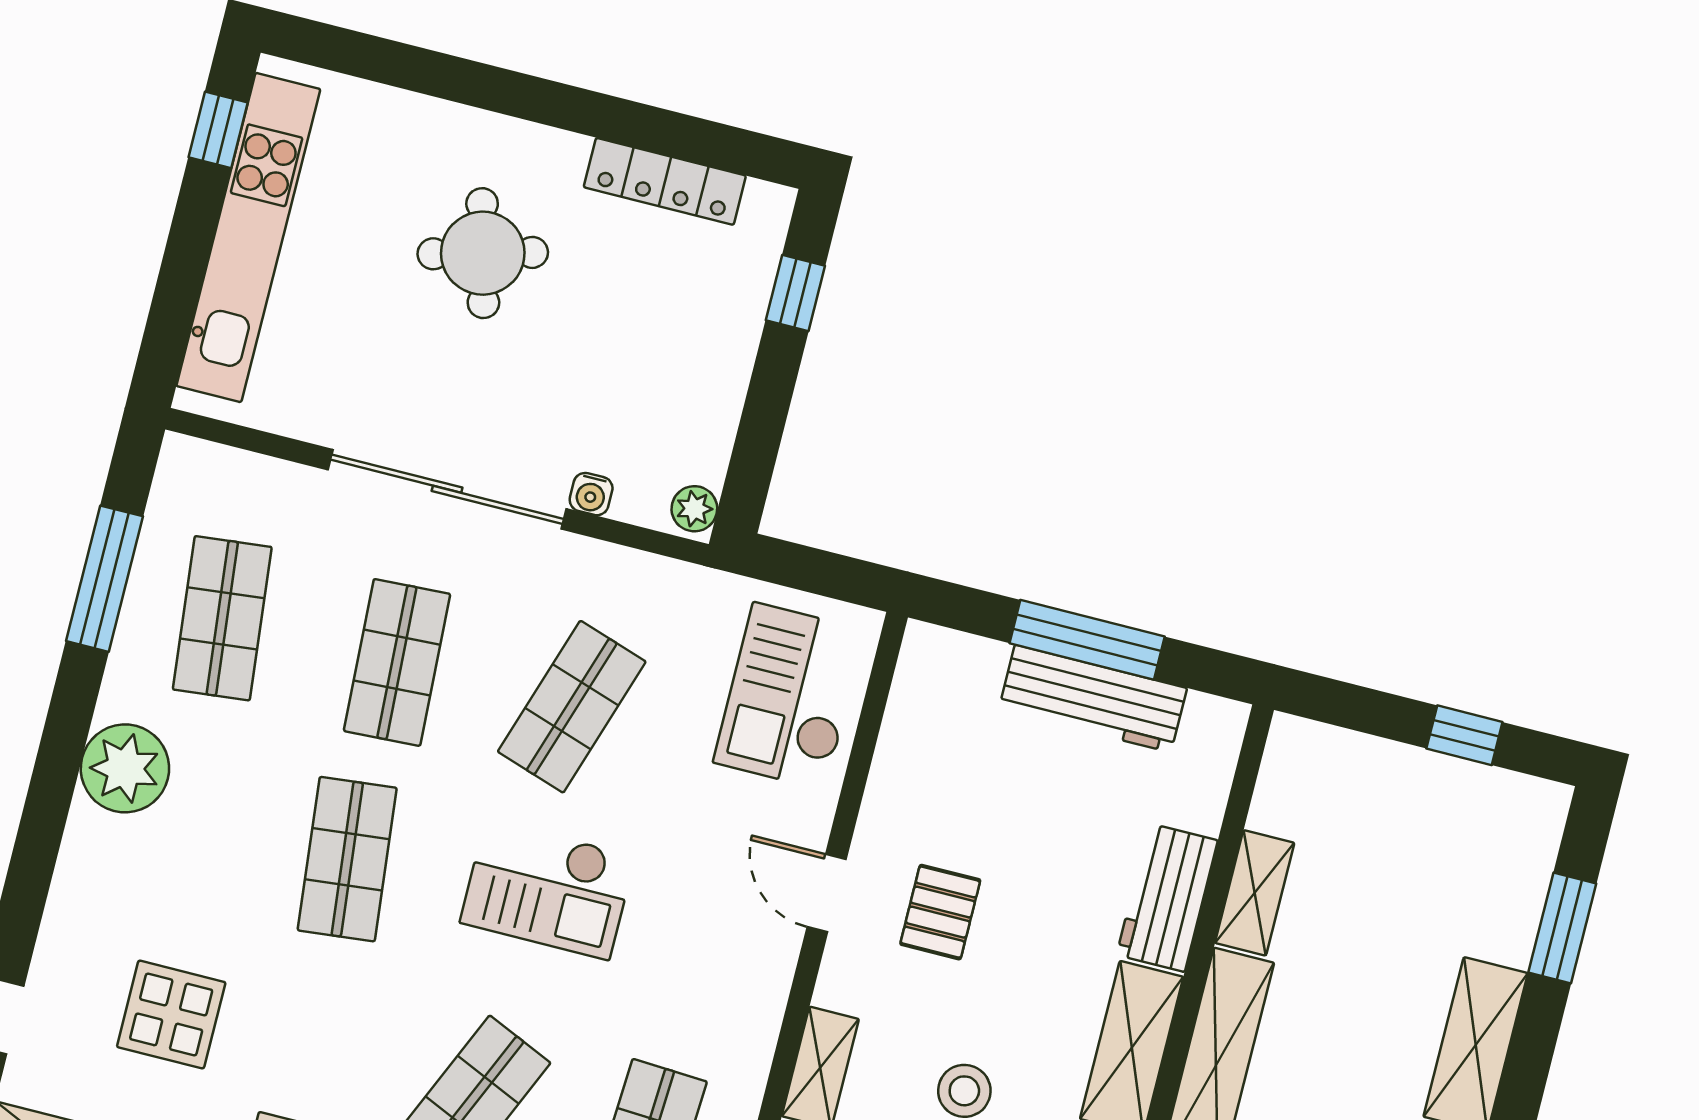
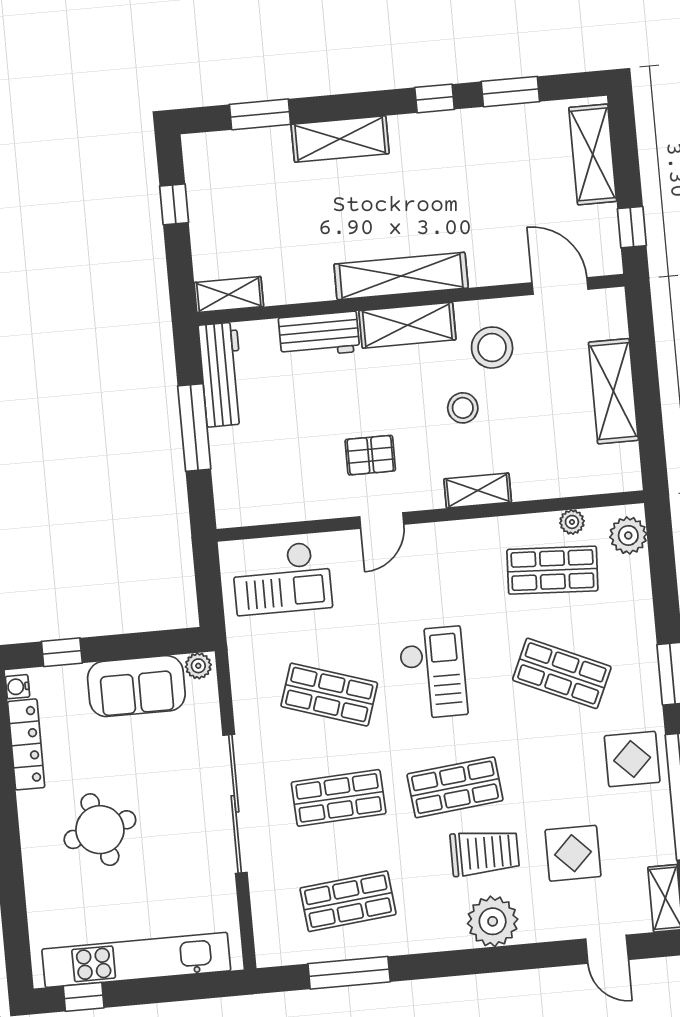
sofa: (697, 396) -> (136, 686), added
water cooler: (591, 494) -> (17, 687), moved, turned 180
workbench: (1093, 699) -> (222, 375), moved
plant: (125, 768) -> (493, 921), moved
trolley: (223, 870) -> (485, 853), added
shelving: (1255, 893) -> (229, 295), moved

